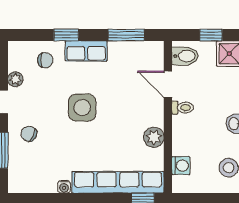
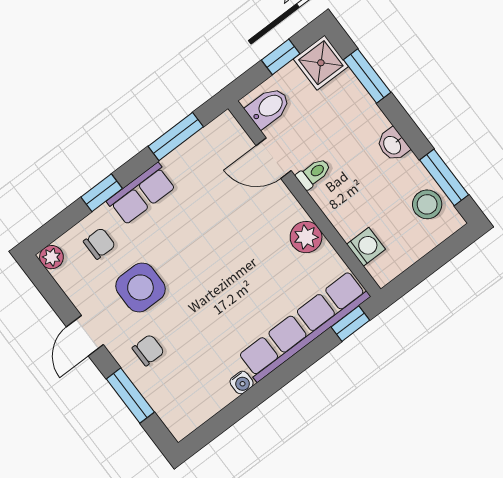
plant: (15, 79) -> (51, 257), moved
side table: (82, 108) -> (140, 287), moved
chair: (29, 134) -> (148, 350), turned 153

